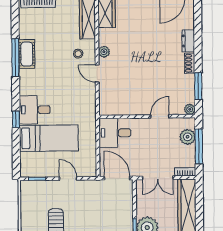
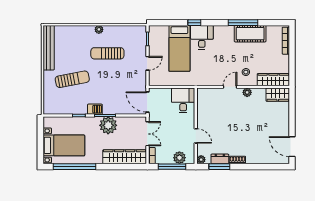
dresser: (188, 41) -> (220, 159), moved
cot: (27, 54) -> (250, 34), width x1.37, depth x1.34
door: (117, 178) -> (147, 102), swing flipped
double door: (158, 178) -> (147, 134), swing flipped

